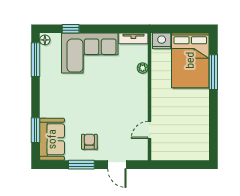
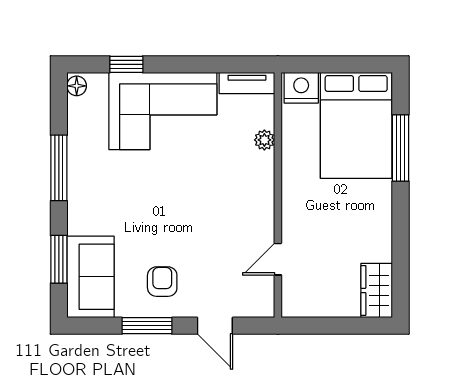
window: (36, 60) -> (59, 168), moved
wardrobe: (201, 146) -> (377, 290), added

